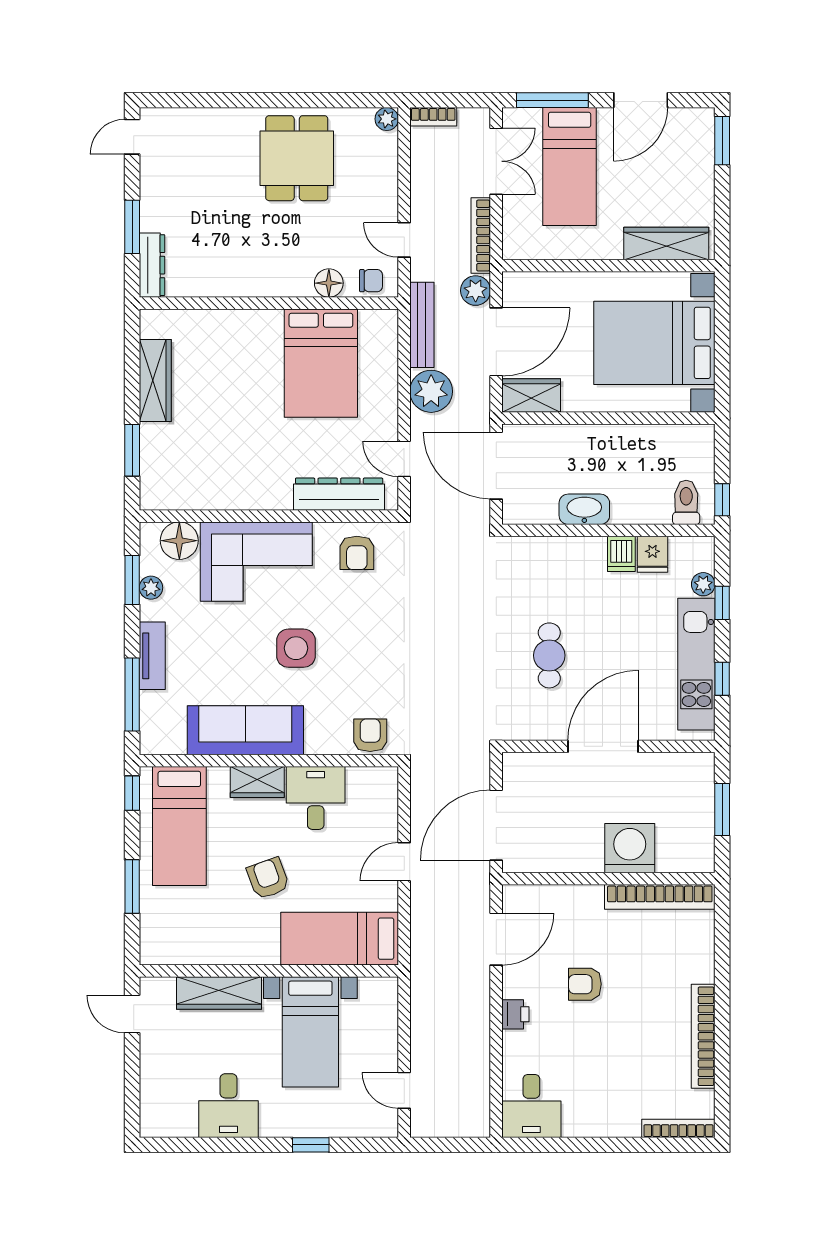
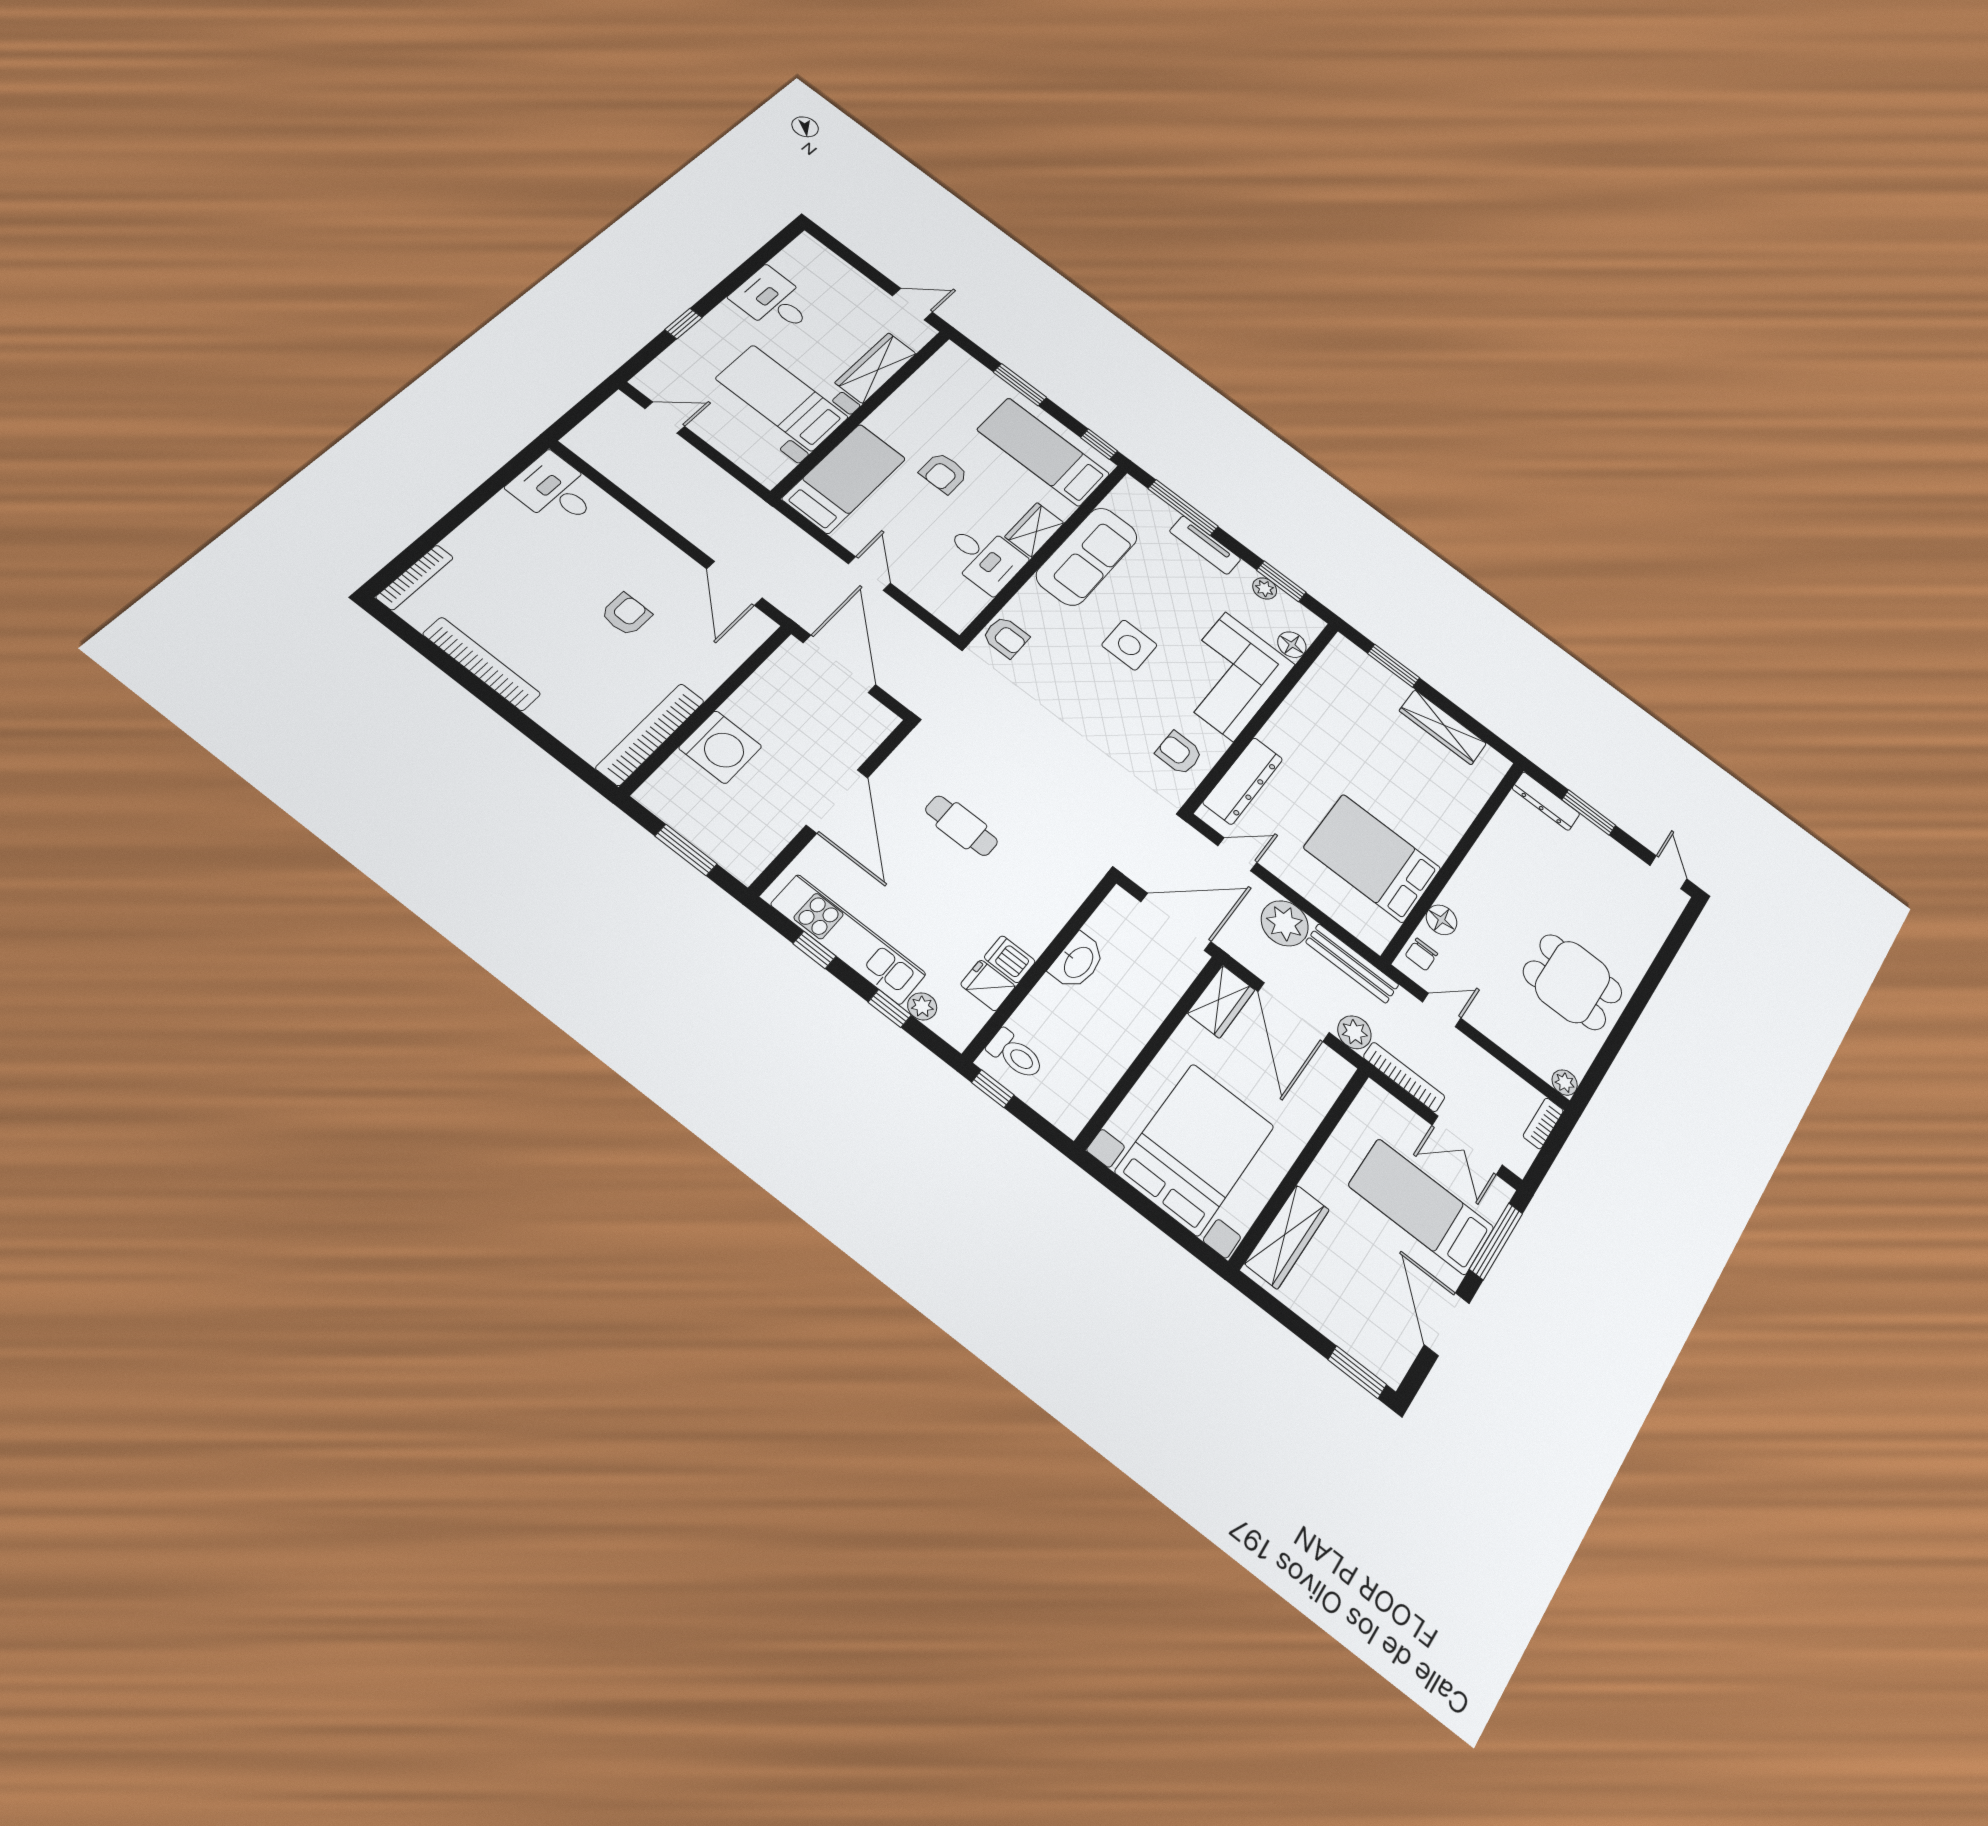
floor lamp: (179, 541) -> (1292, 645), width x0.73, depth x0.73
armchair: (268, 878) -> (944, 473), turned 110
printer: (515, 1014) -> (651, 544), removed

